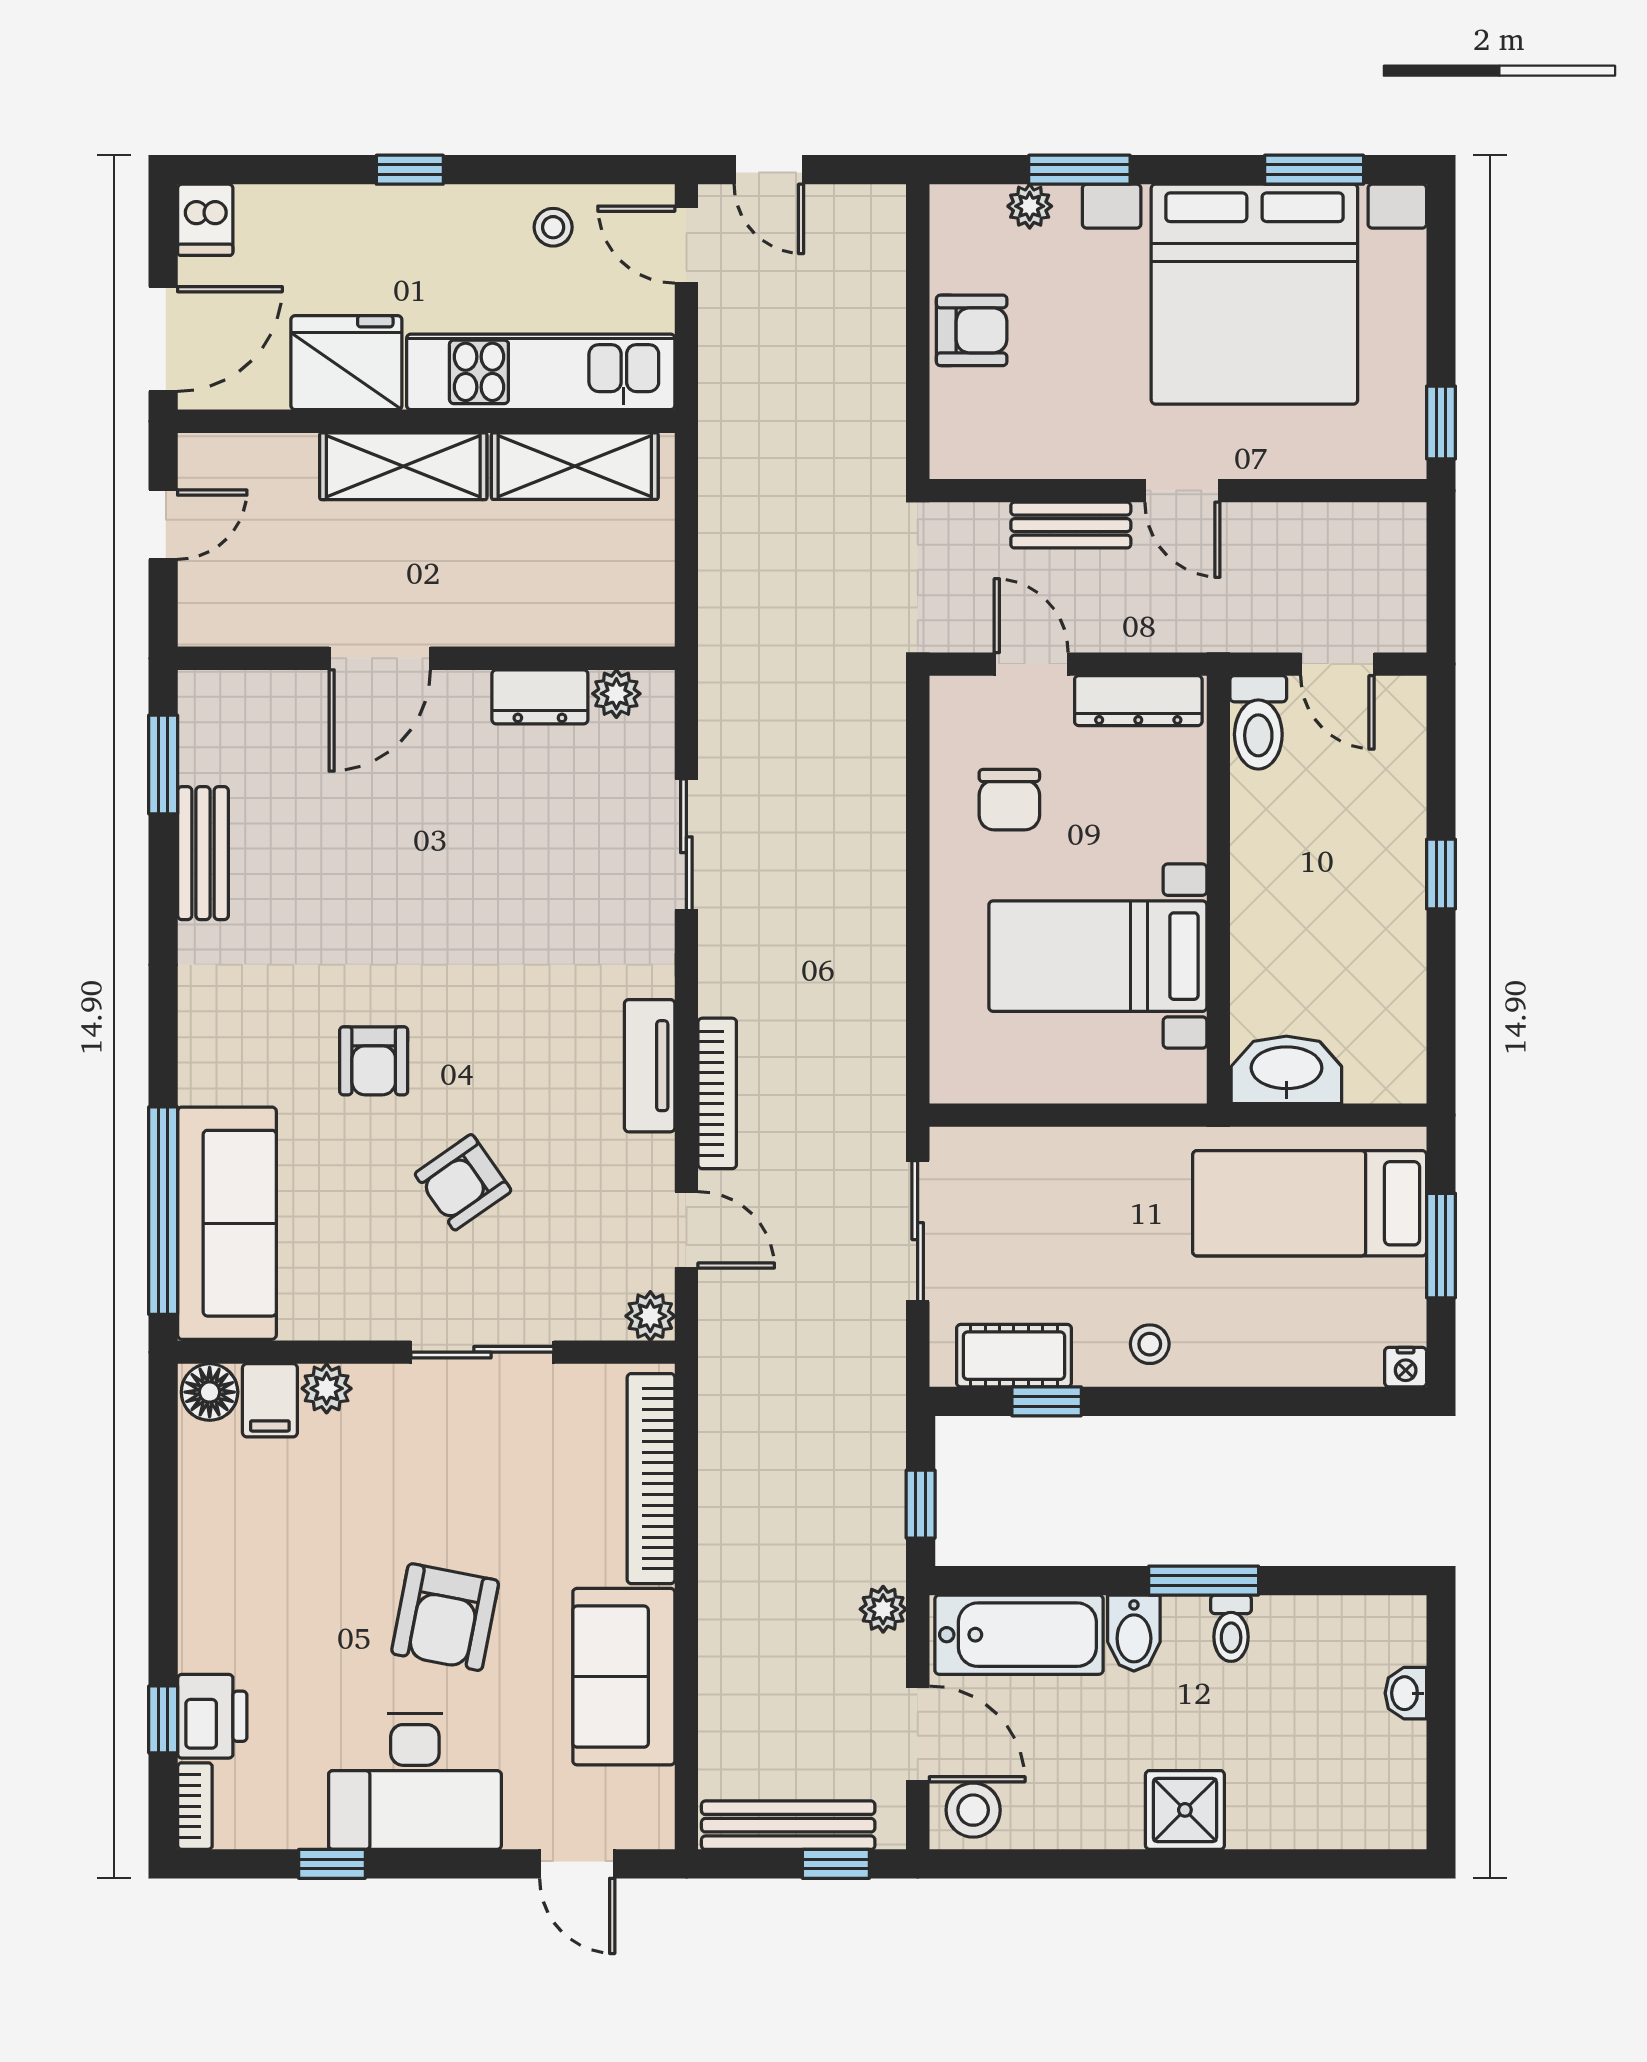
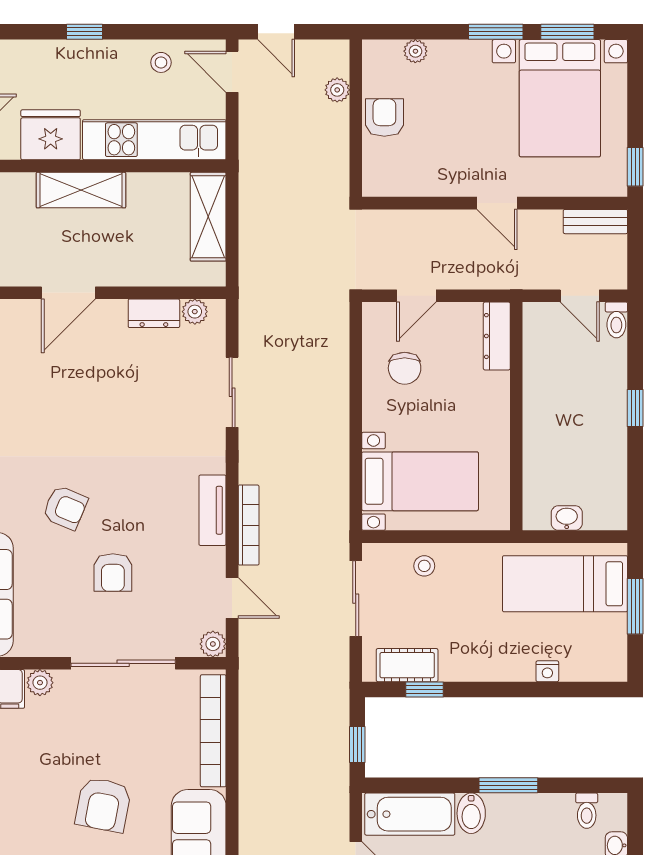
window: (1079, 170) -> (496, 32), moved
bed with nightstands: (1254, 294) -> (560, 98), width x0.73
armchair: (972, 330) -> (384, 118), turned -90
shelving: (575, 466) -> (208, 217), moved, turned 90
bench: (1071, 525) -> (595, 222), moved
door: (1031, 664) -> (416, 296), swing flipped
dresser: (1138, 701) -> (497, 336), moved, turned 90
toilet: (1258, 722) -> (616, 320), moved, width x0.73, depth x0.72
bed with nightstands: (1098, 956) -> (420, 481), moved, turned 180
armchair: (374, 1061) -> (65, 508), turned -67
washbasin: (1286, 1070) -> (567, 518), width x0.52, depth x0.69
armchair: (463, 1182) -> (113, 573), turned -55
stool: (1150, 1344) -> (424, 566), moved
sliding door: (482, 1352) -> (123, 663), width x1.37
nightstand: (1406, 1367) -> (547, 671), moved
plant: (883, 1609) -> (337, 90), moved
toilet: (1231, 1628) -> (587, 811), moved

